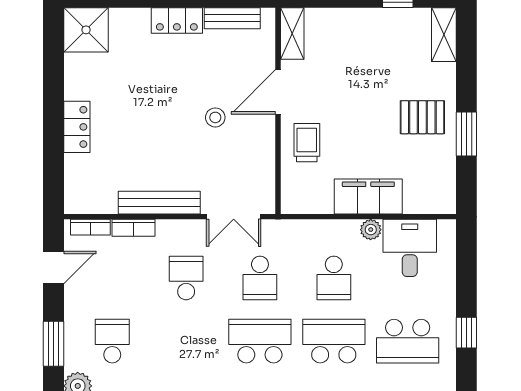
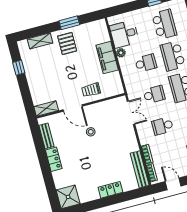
shelving: (444, 35) -> (40, 41), moved
bench: (159, 203) -> (140, 169), moved

